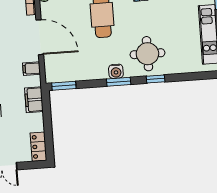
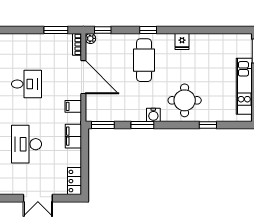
window: (156, 79) -> (208, 125), moved
window: (119, 82) -> (142, 125), moved

